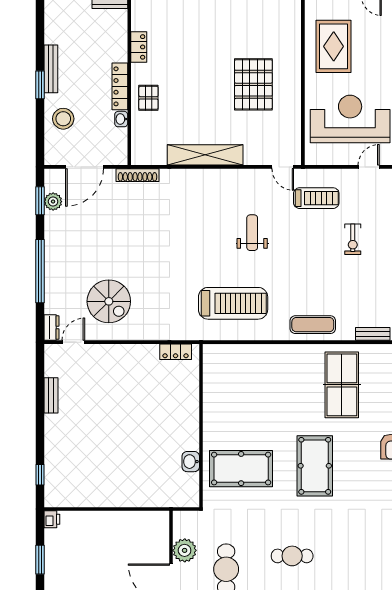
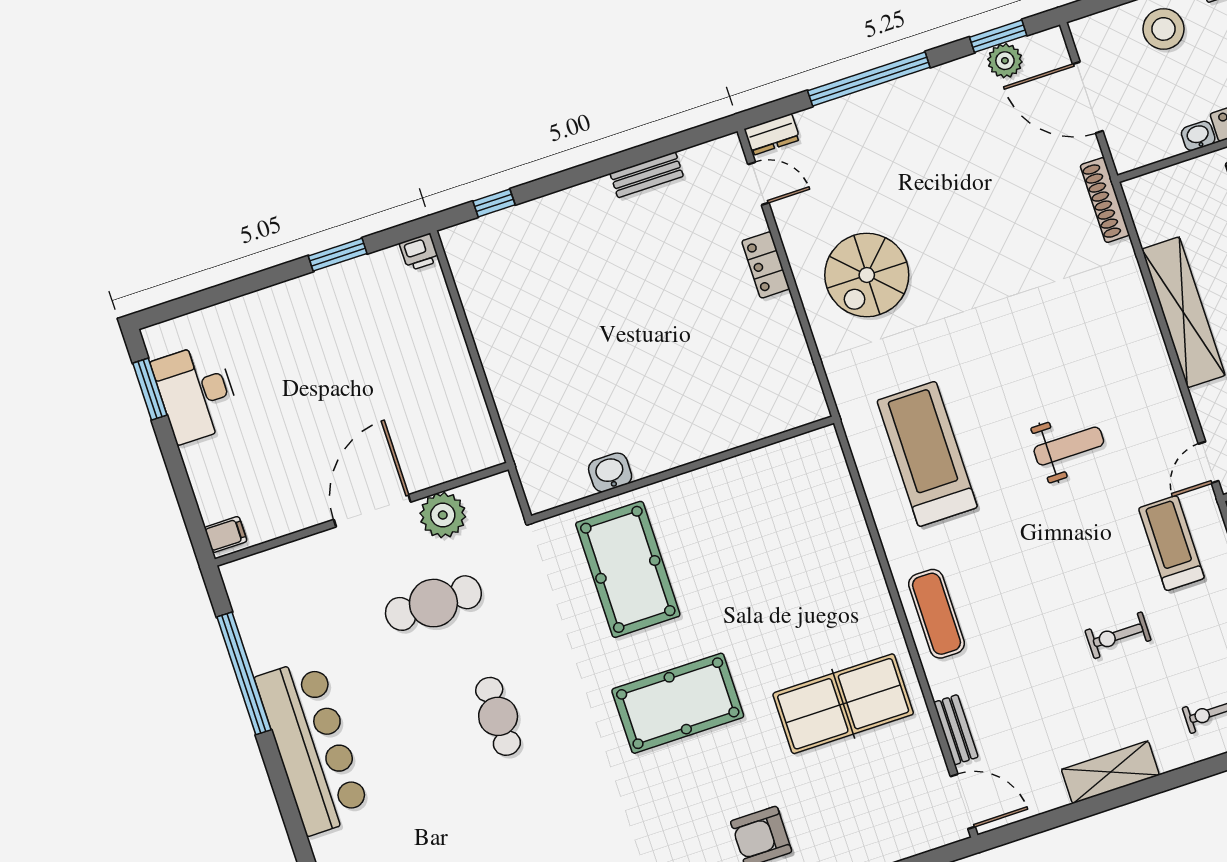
treadmill: (316, 198) -> (1171, 543), turned 180
spiral stairs: (109, 301) -> (867, 275), moved
treadmill: (233, 303) -> (927, 454), turned 180
locker: (176, 352) -> (766, 265), moved

